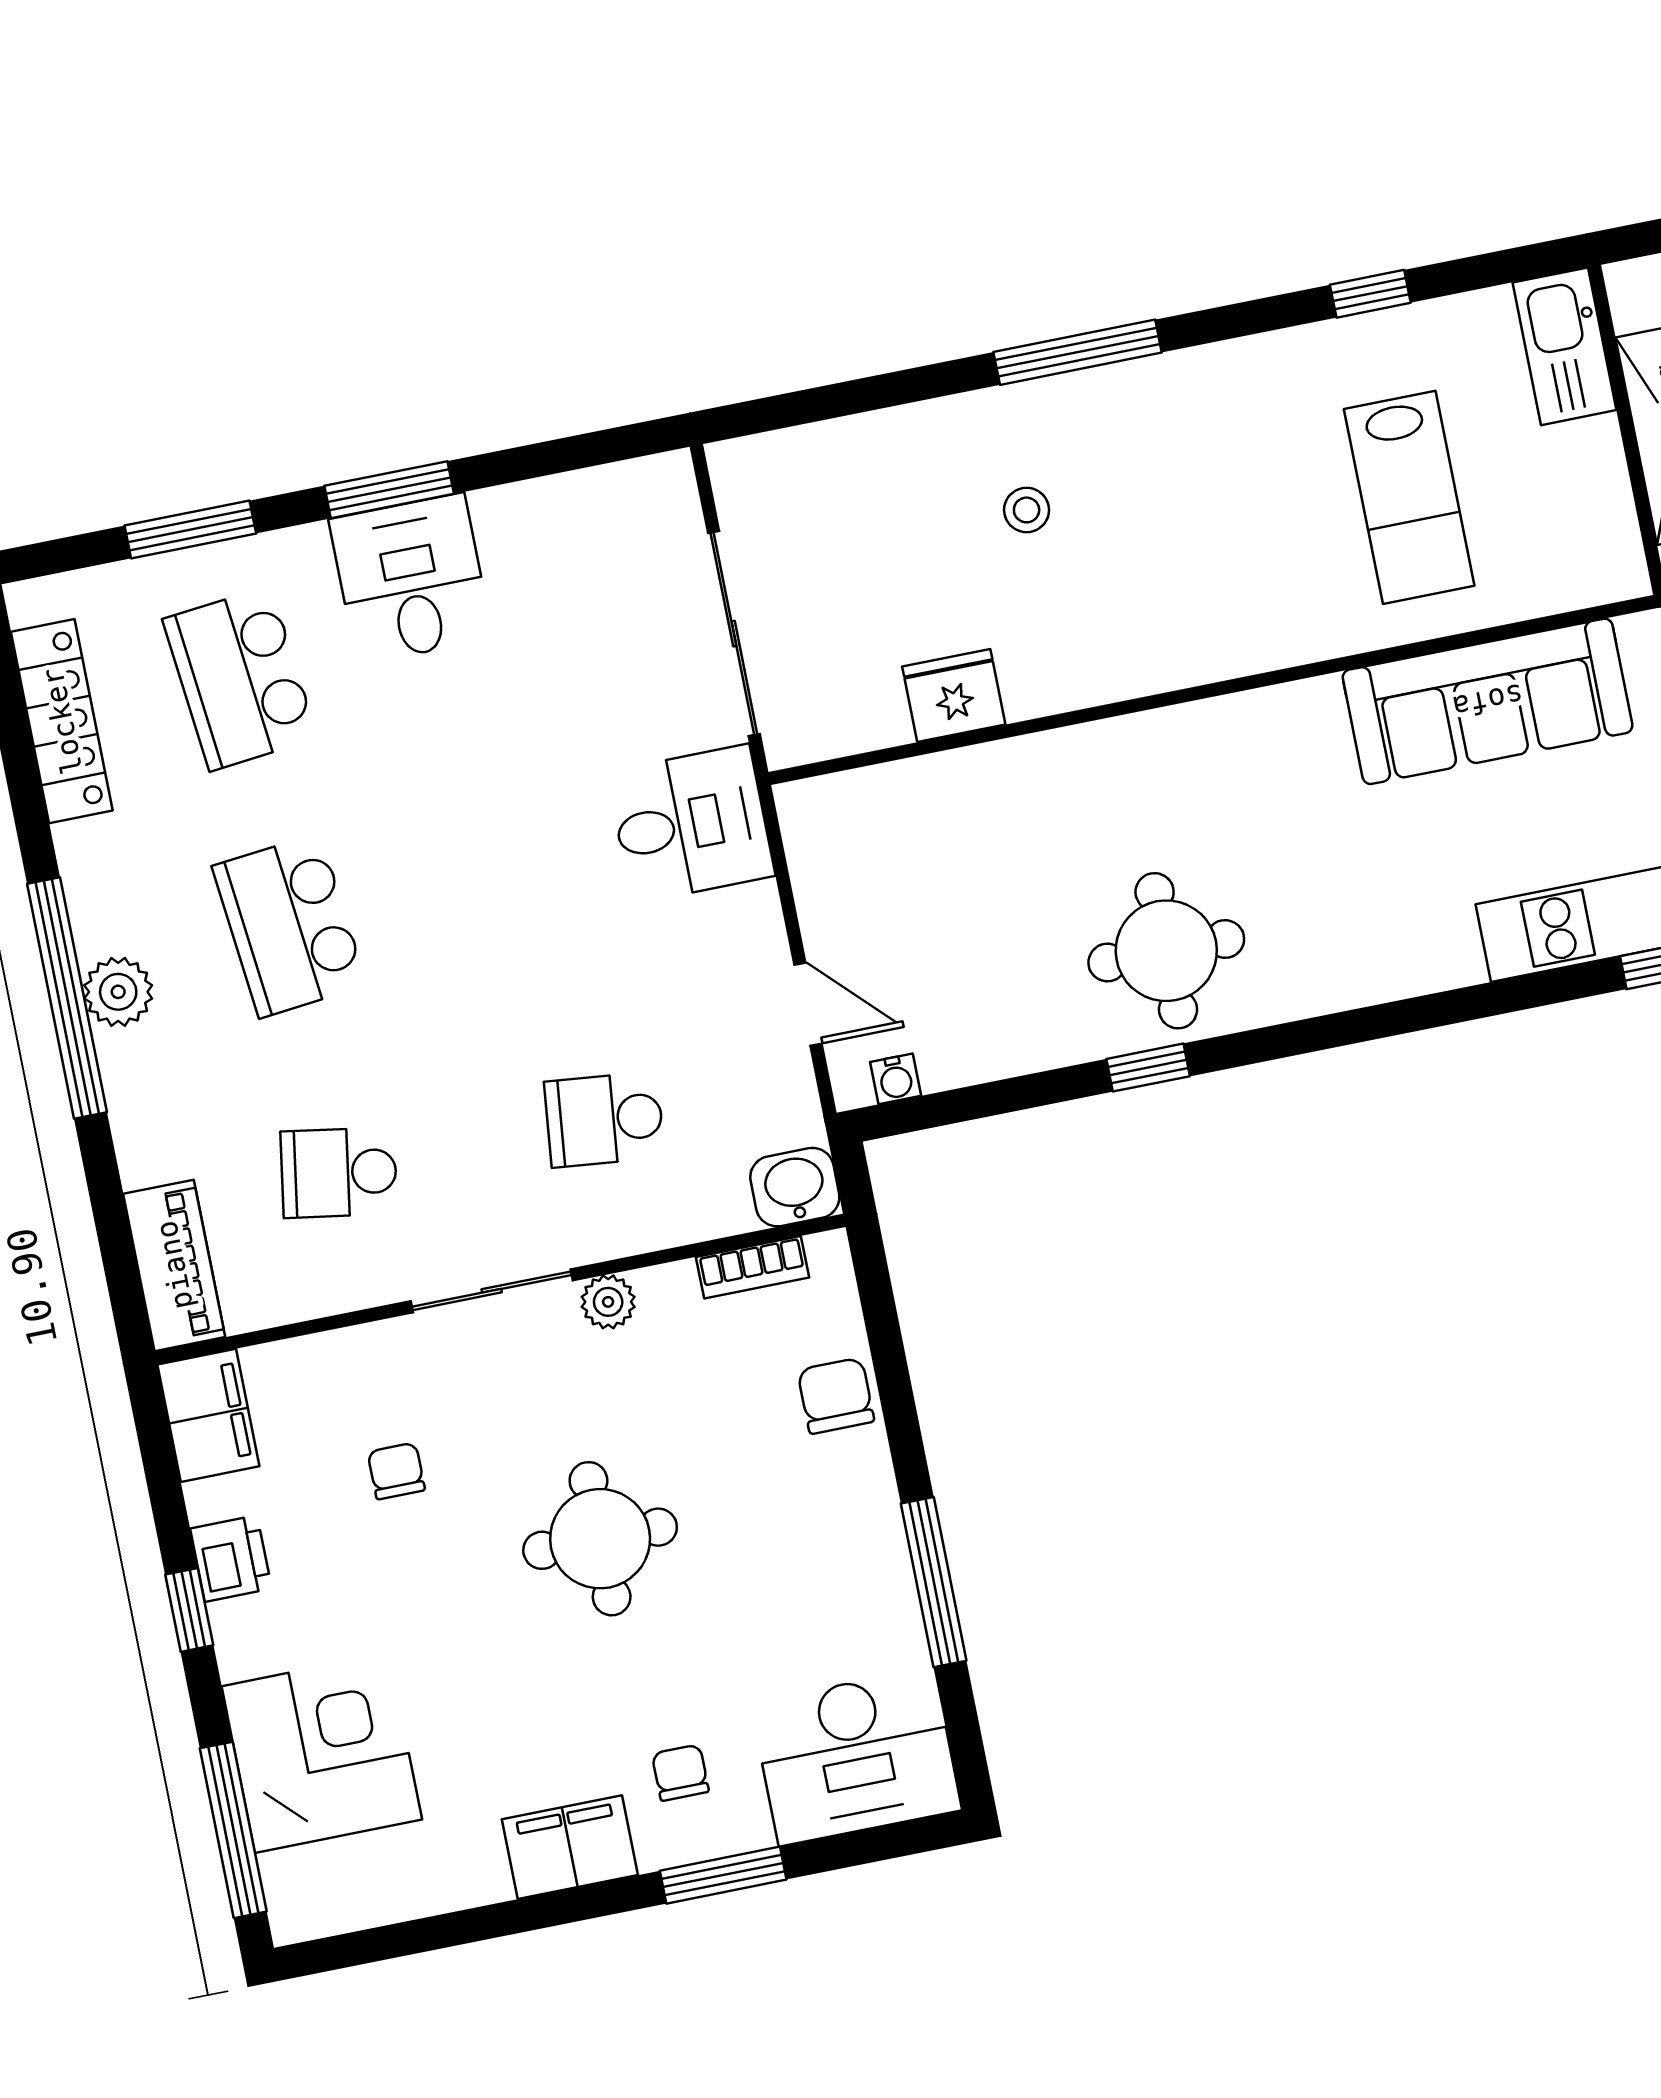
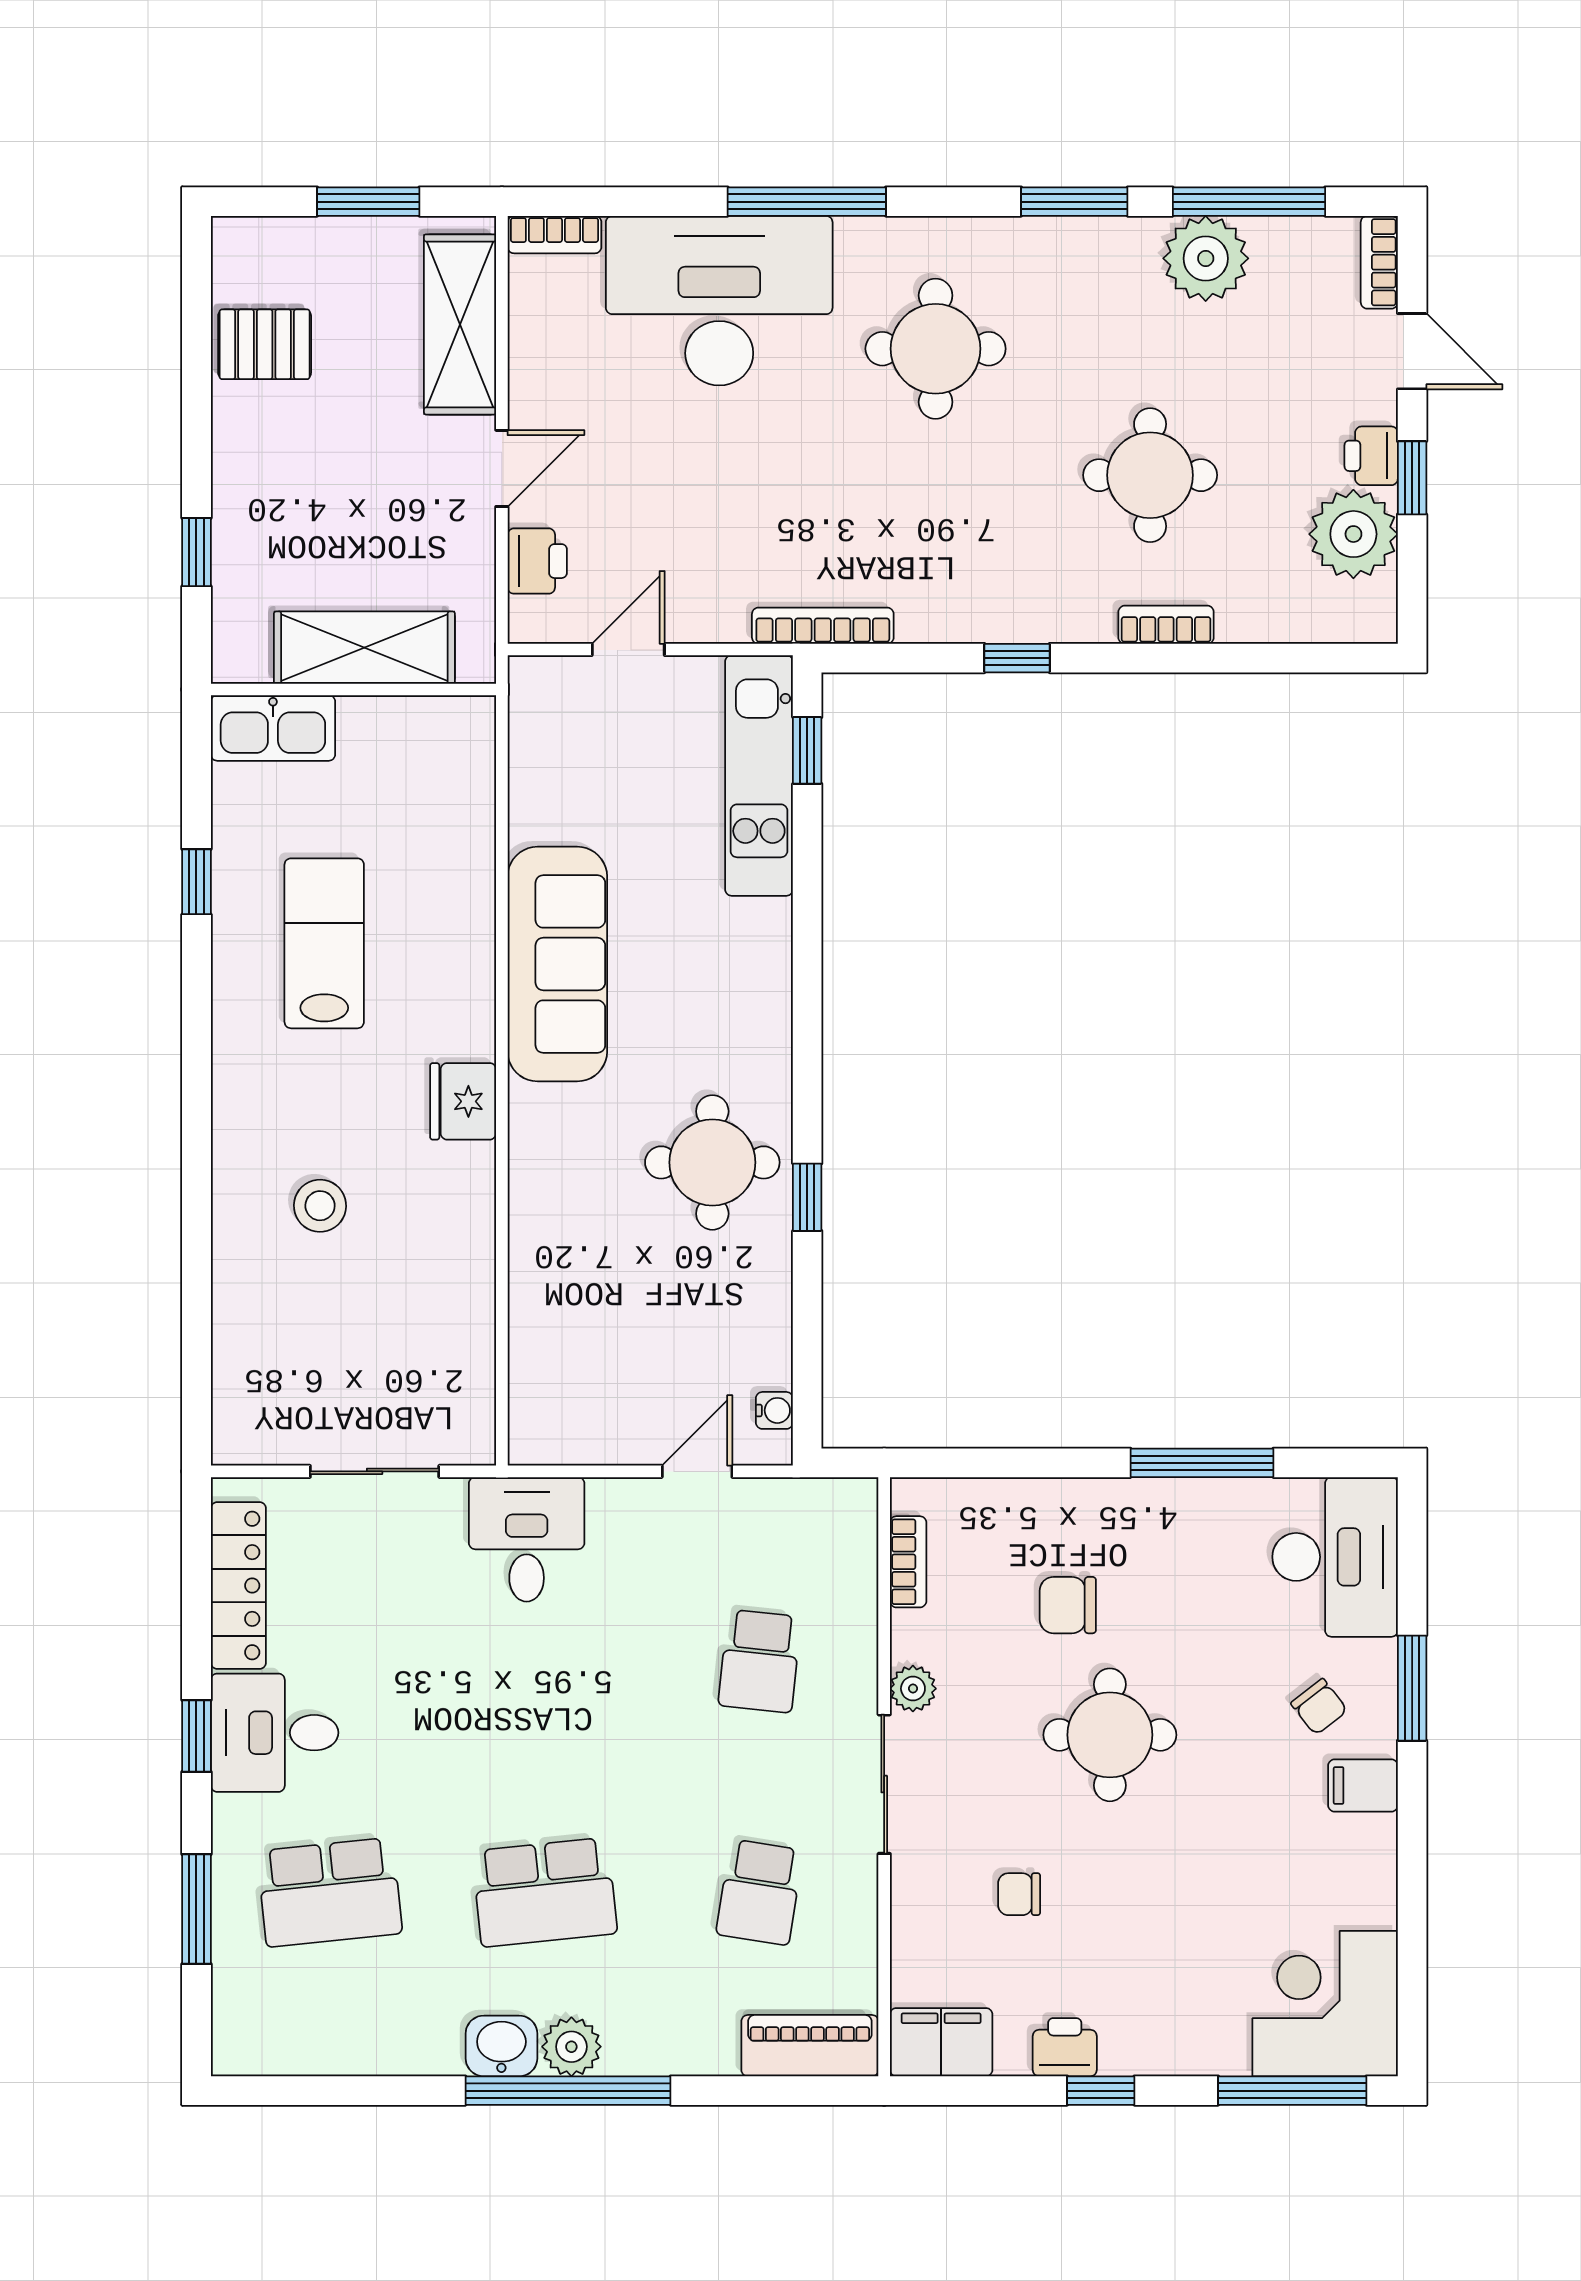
window: (1078, 352) -> (196, 1137), removed
window: (389, 490) -> (196, 1736), width x0.67
lab bench: (1409, 497) -> (324, 943), moved, turned -90
stool: (1027, 510) -> (320, 1206), width x1.37, depth x1.37
sliding door: (734, 634) -> (375, 1471), width x0.73
fridge: (954, 695) -> (463, 1101), moved
sofa: (1488, 701) -> (557, 964), moved
locker: (62, 721) -> (238, 1586), moved, turned 90
washbasin: (795, 1187) -> (501, 2046), moved, turned 90
chair: (836, 1396) -> (1068, 1605), moved
corner desk: (322, 1753) -> (1325, 2004), moved
chair: (680, 1773) -> (1319, 1707), turned -128
filing cabinet: (570, 1847) -> (1363, 1786), width x0.50

